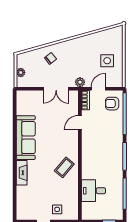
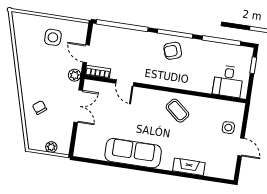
armchair: (112, 104) -> (173, 51), moved, turned 71
fireplace: (22, 173) -> (189, 167), moved
desk: (93, 191) -> (228, 81), moved

